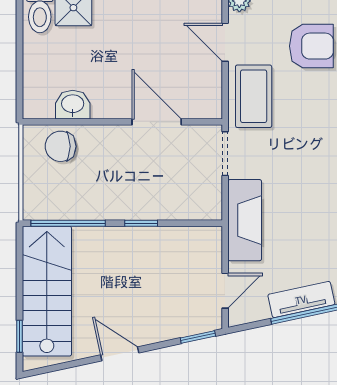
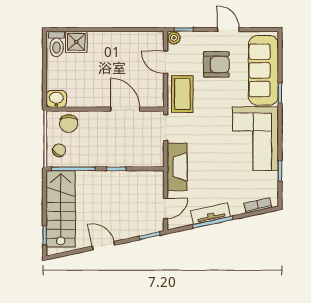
washbasin: (73, 105) -> (56, 99), moved
chair: (61, 146) -> (69, 123), turned -90
chair: (44, 192) -> (59, 150), added

